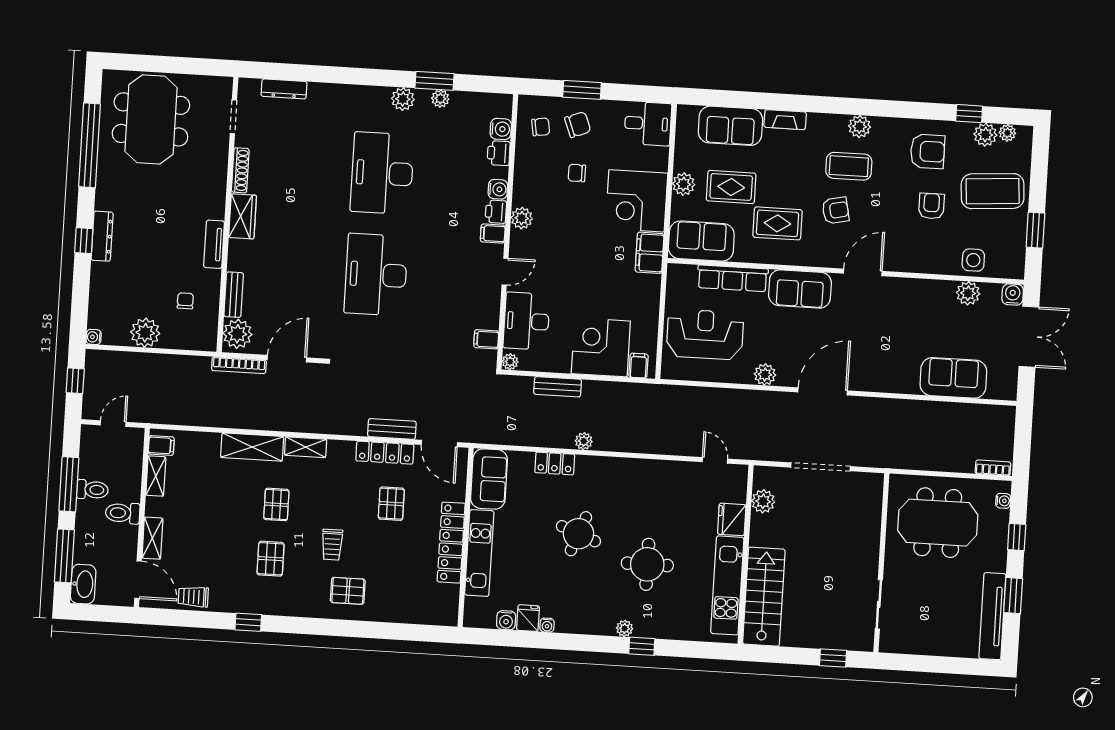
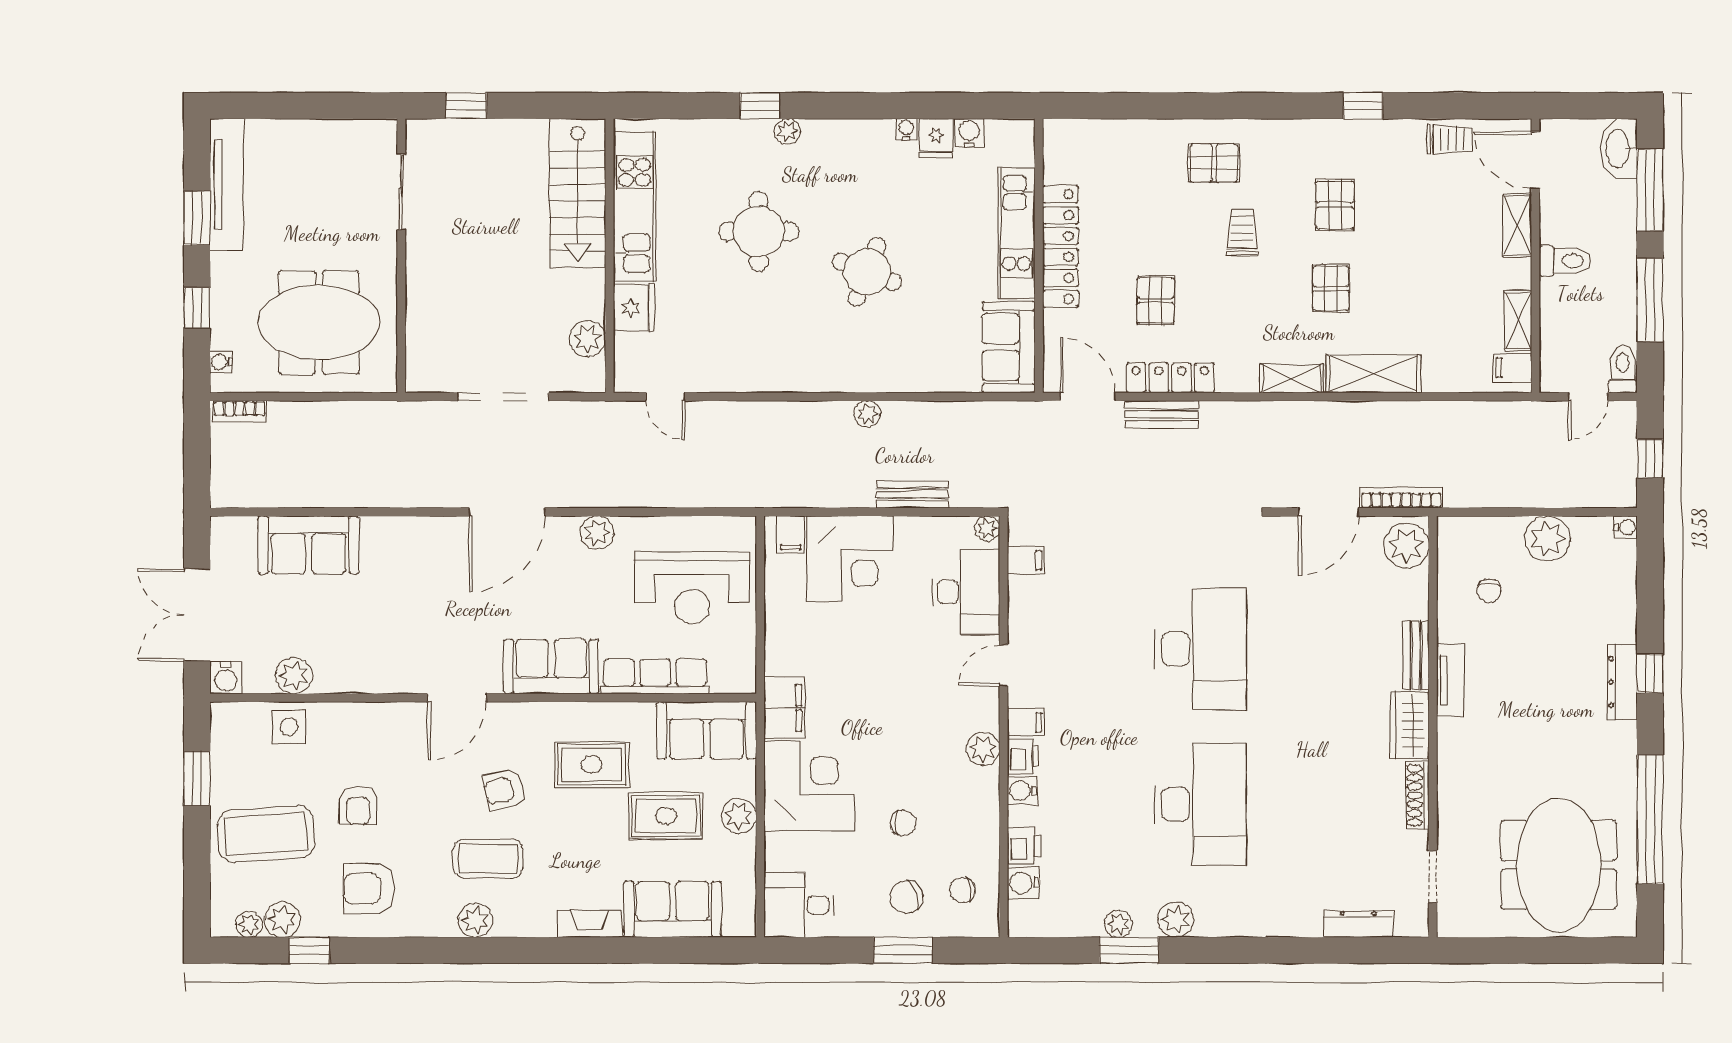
bench: (234, 295) -> (1416, 655), moved
locker: (555, 463) -> (910, 377), removed
toilet: (92, 490) -> (1623, 369), moved, turned 90

